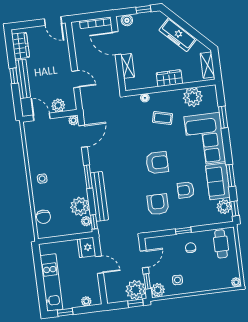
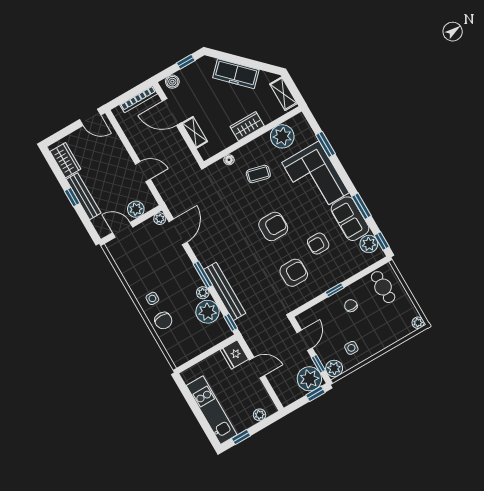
armchair: (158, 204) -> (294, 273), turned 90
chair: (43, 217) -> (163, 321), moved
plant: (86, 221) -> (203, 293), moved

